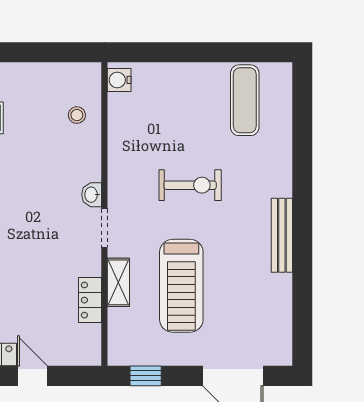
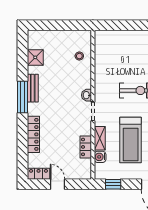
water cooler: (119, 80) -> (100, 157), moved

